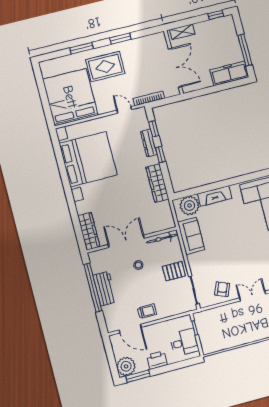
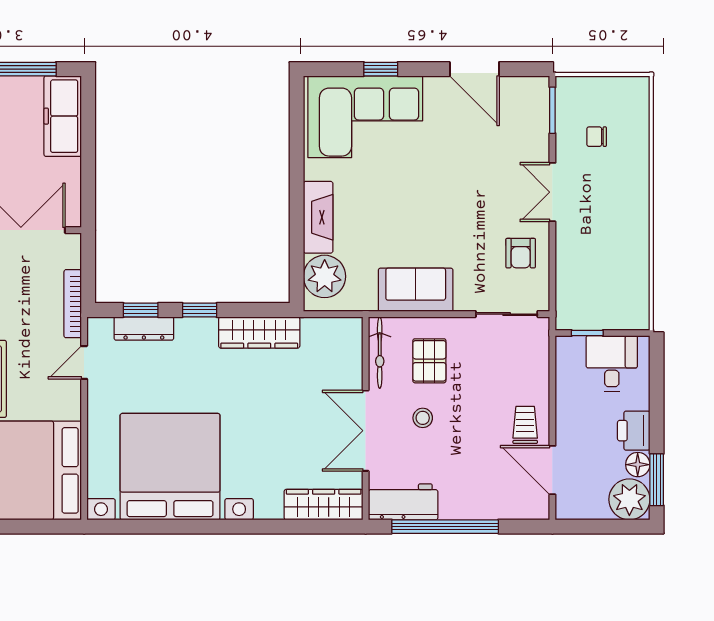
dresser: (149, 143) -> (144, 328), moved
sofa: (191, 236) -> (416, 290), moved
pallet: (174, 271) -> (429, 361), moved
workbench: (105, 289) -> (403, 502), moved
armchair: (222, 289) -> (521, 253), turned -112
door: (130, 329) -> (552, 470), swing flipped
floor lamp: (142, 366) -> (638, 465), added

